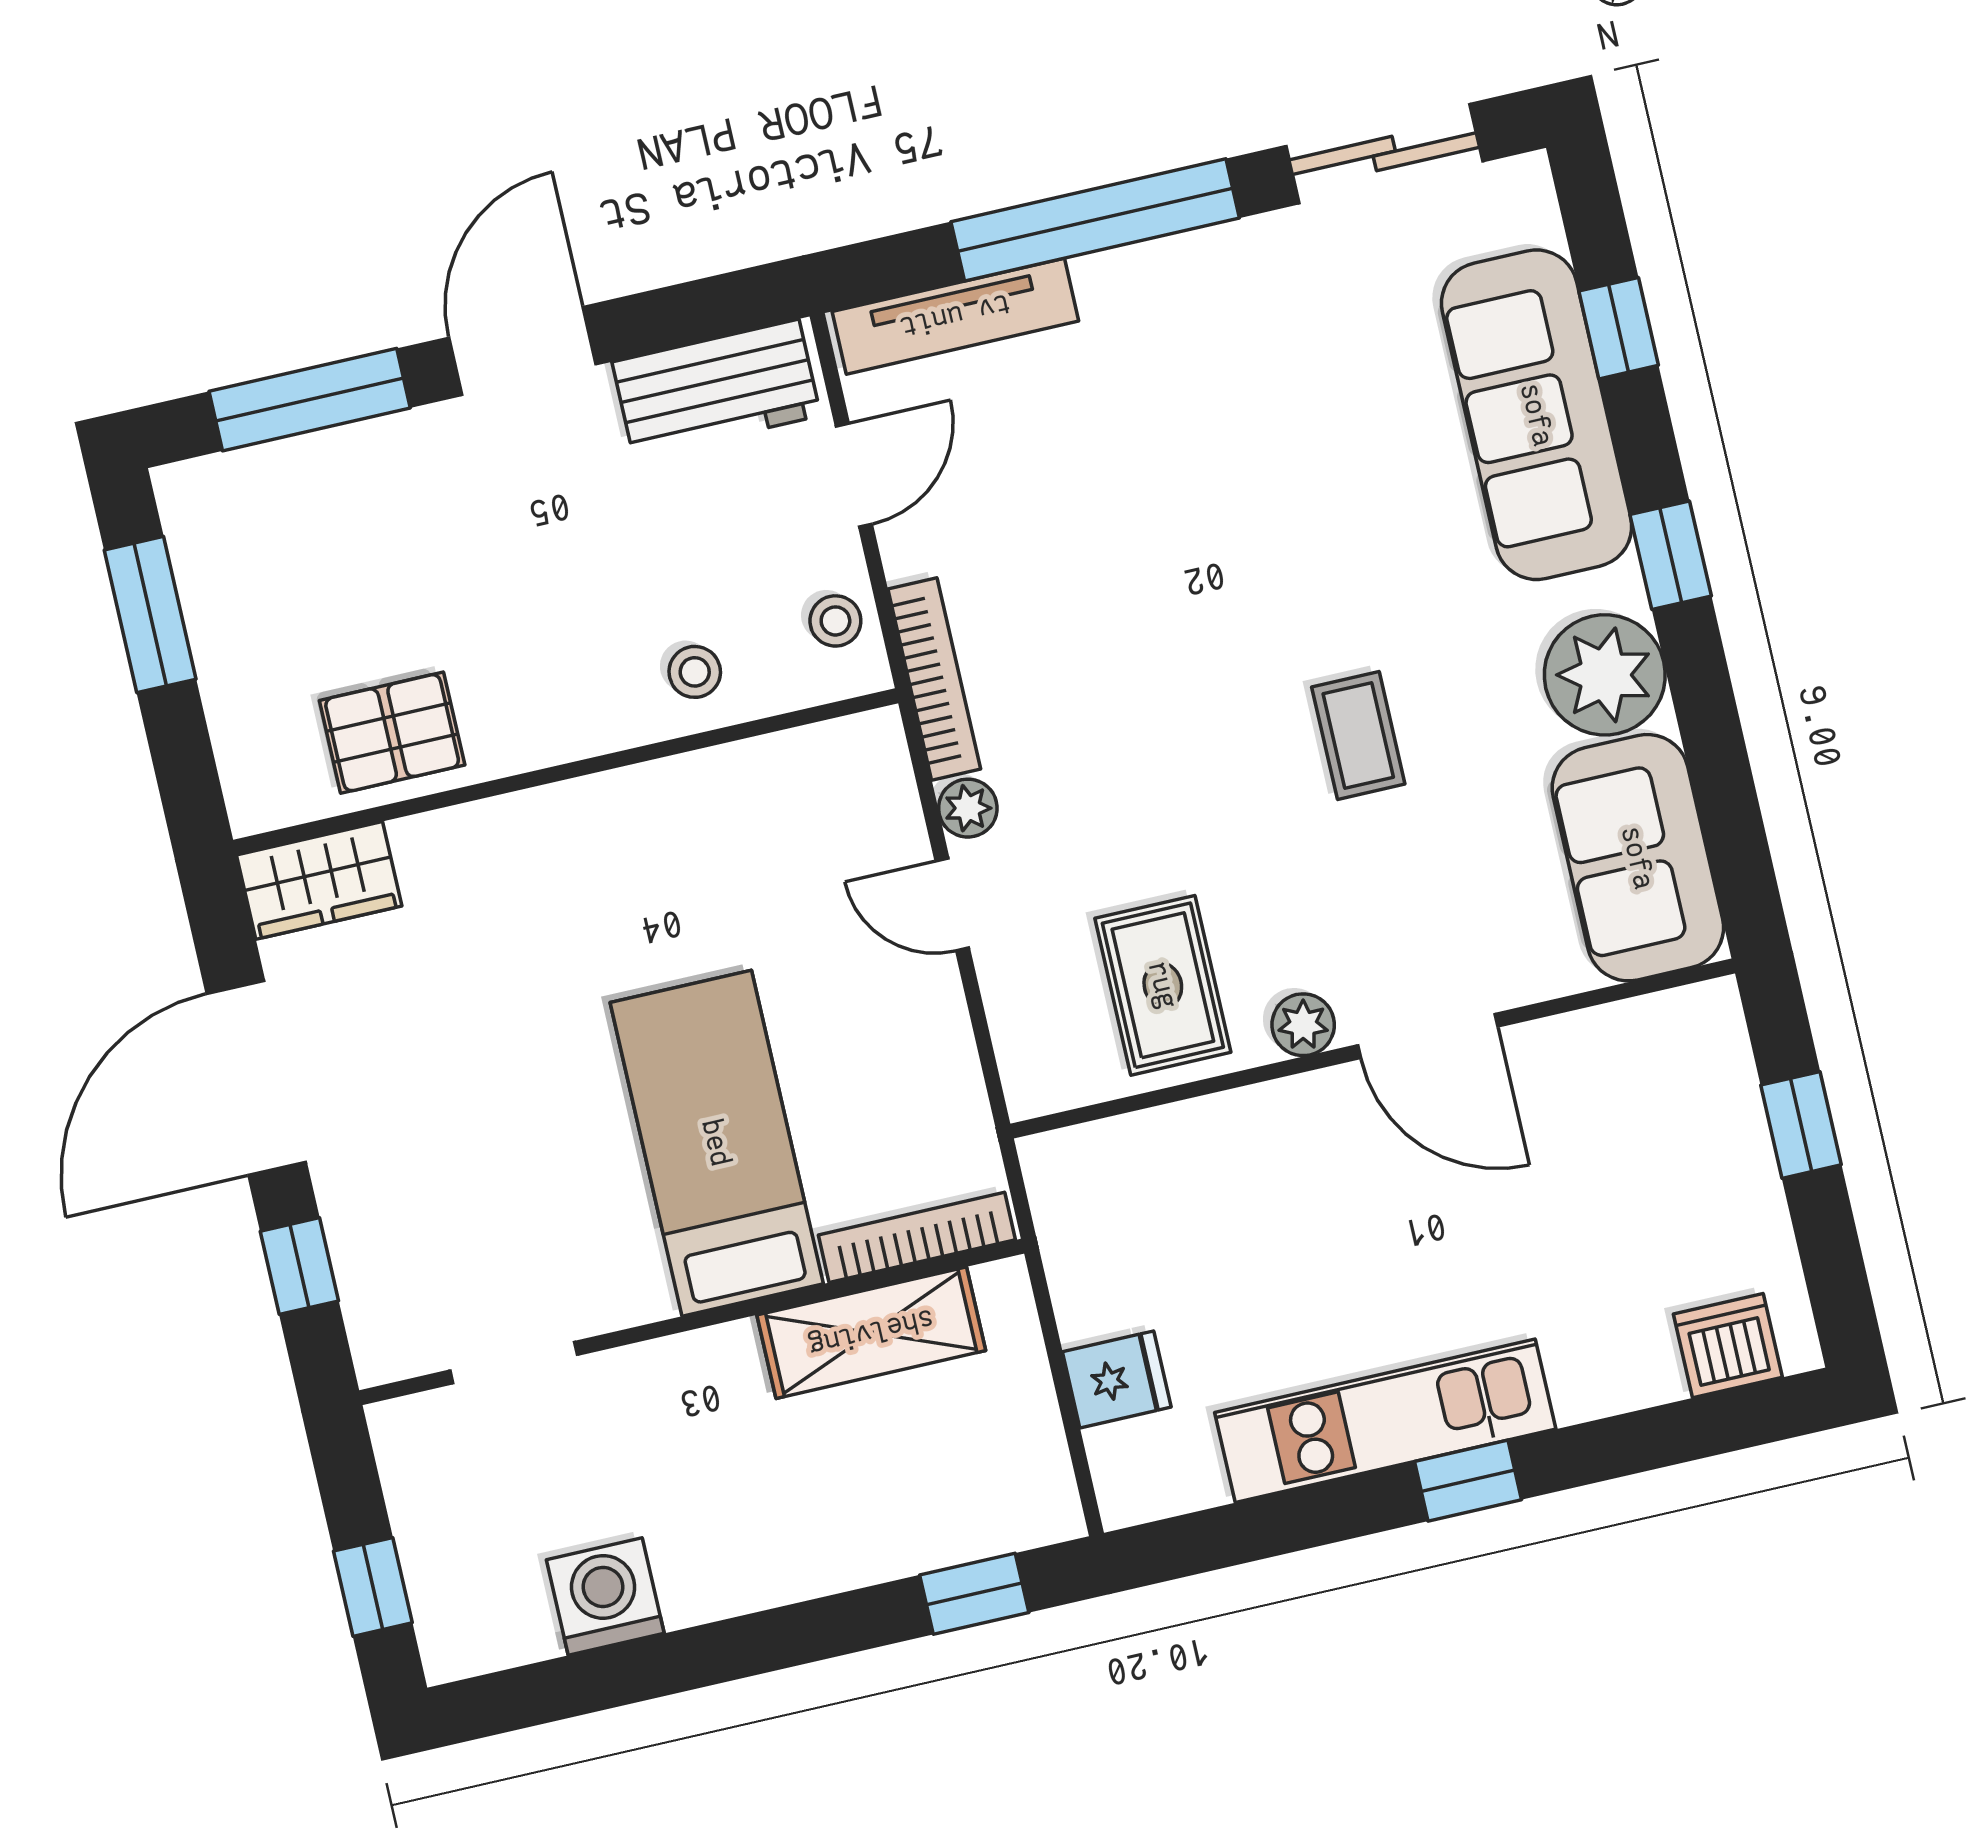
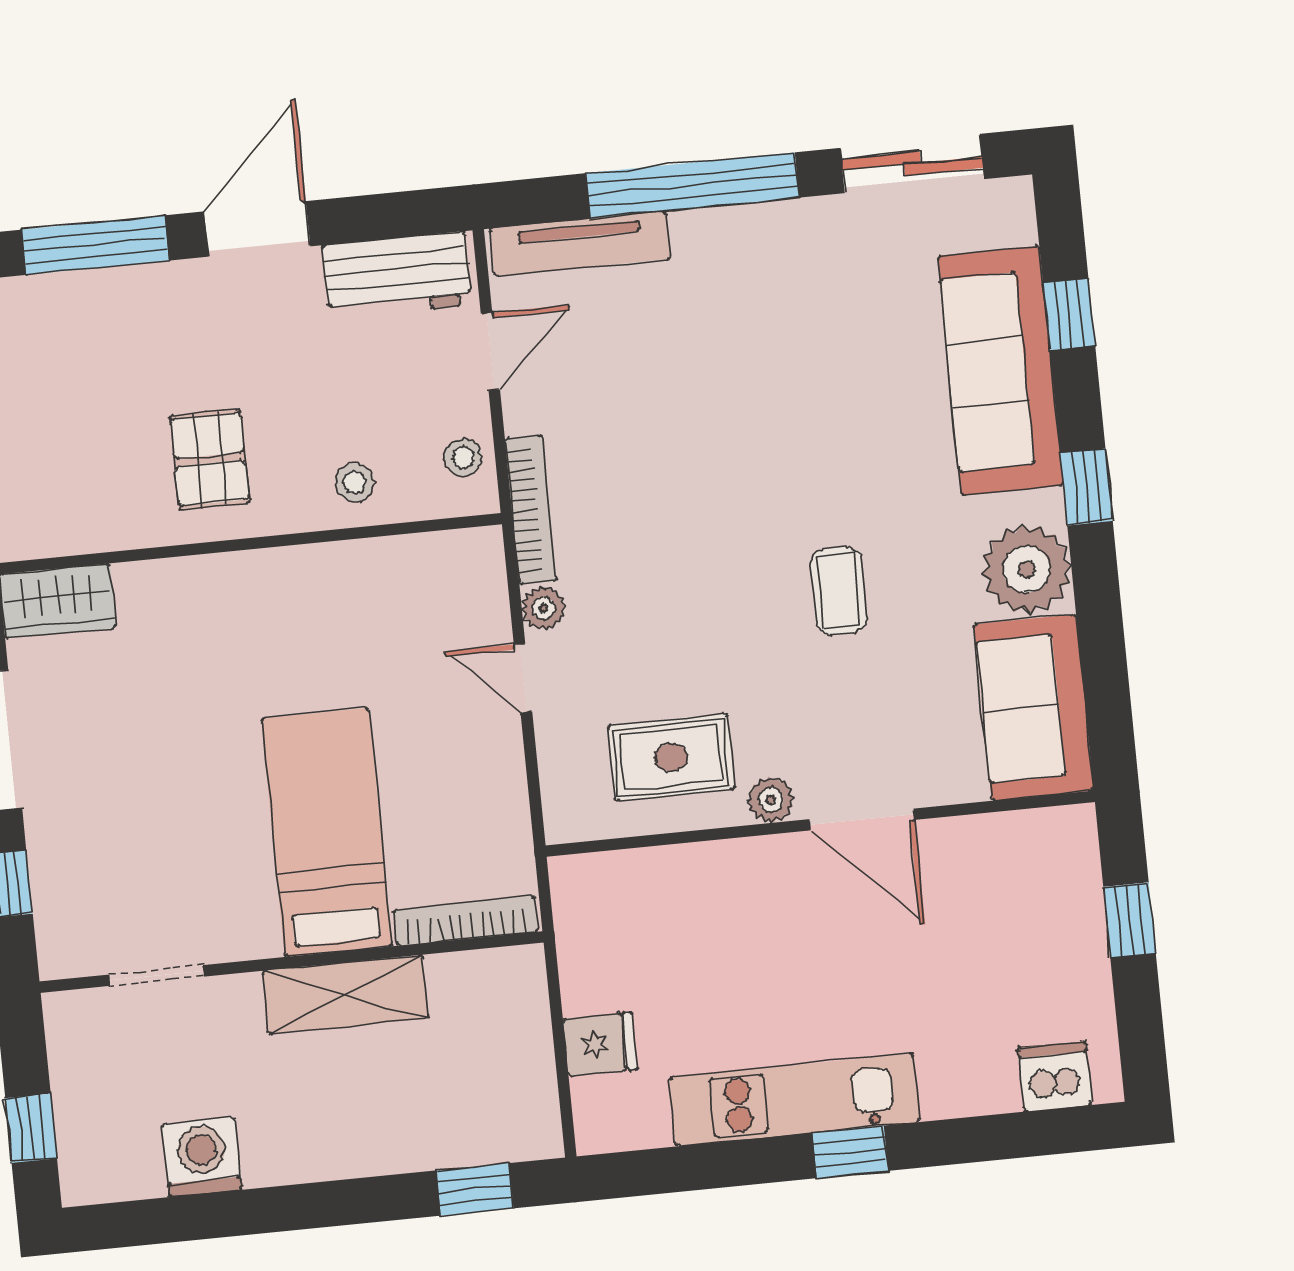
pallet: (392, 733) -> (210, 459), moved, turned 90
rug: (1163, 985) -> (671, 757), turned 90
shelving: (871, 1333) -> (346, 995), moved

